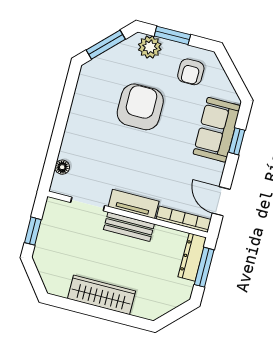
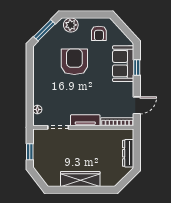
window: (172, 35) -> (82, 15), removed
door: (221, 201) -> (137, 105), swing flipped
bench: (129, 227) -> (86, 135), removed
dresser: (192, 257) -> (128, 153), moved
window: (204, 267) -> (137, 147), removed

